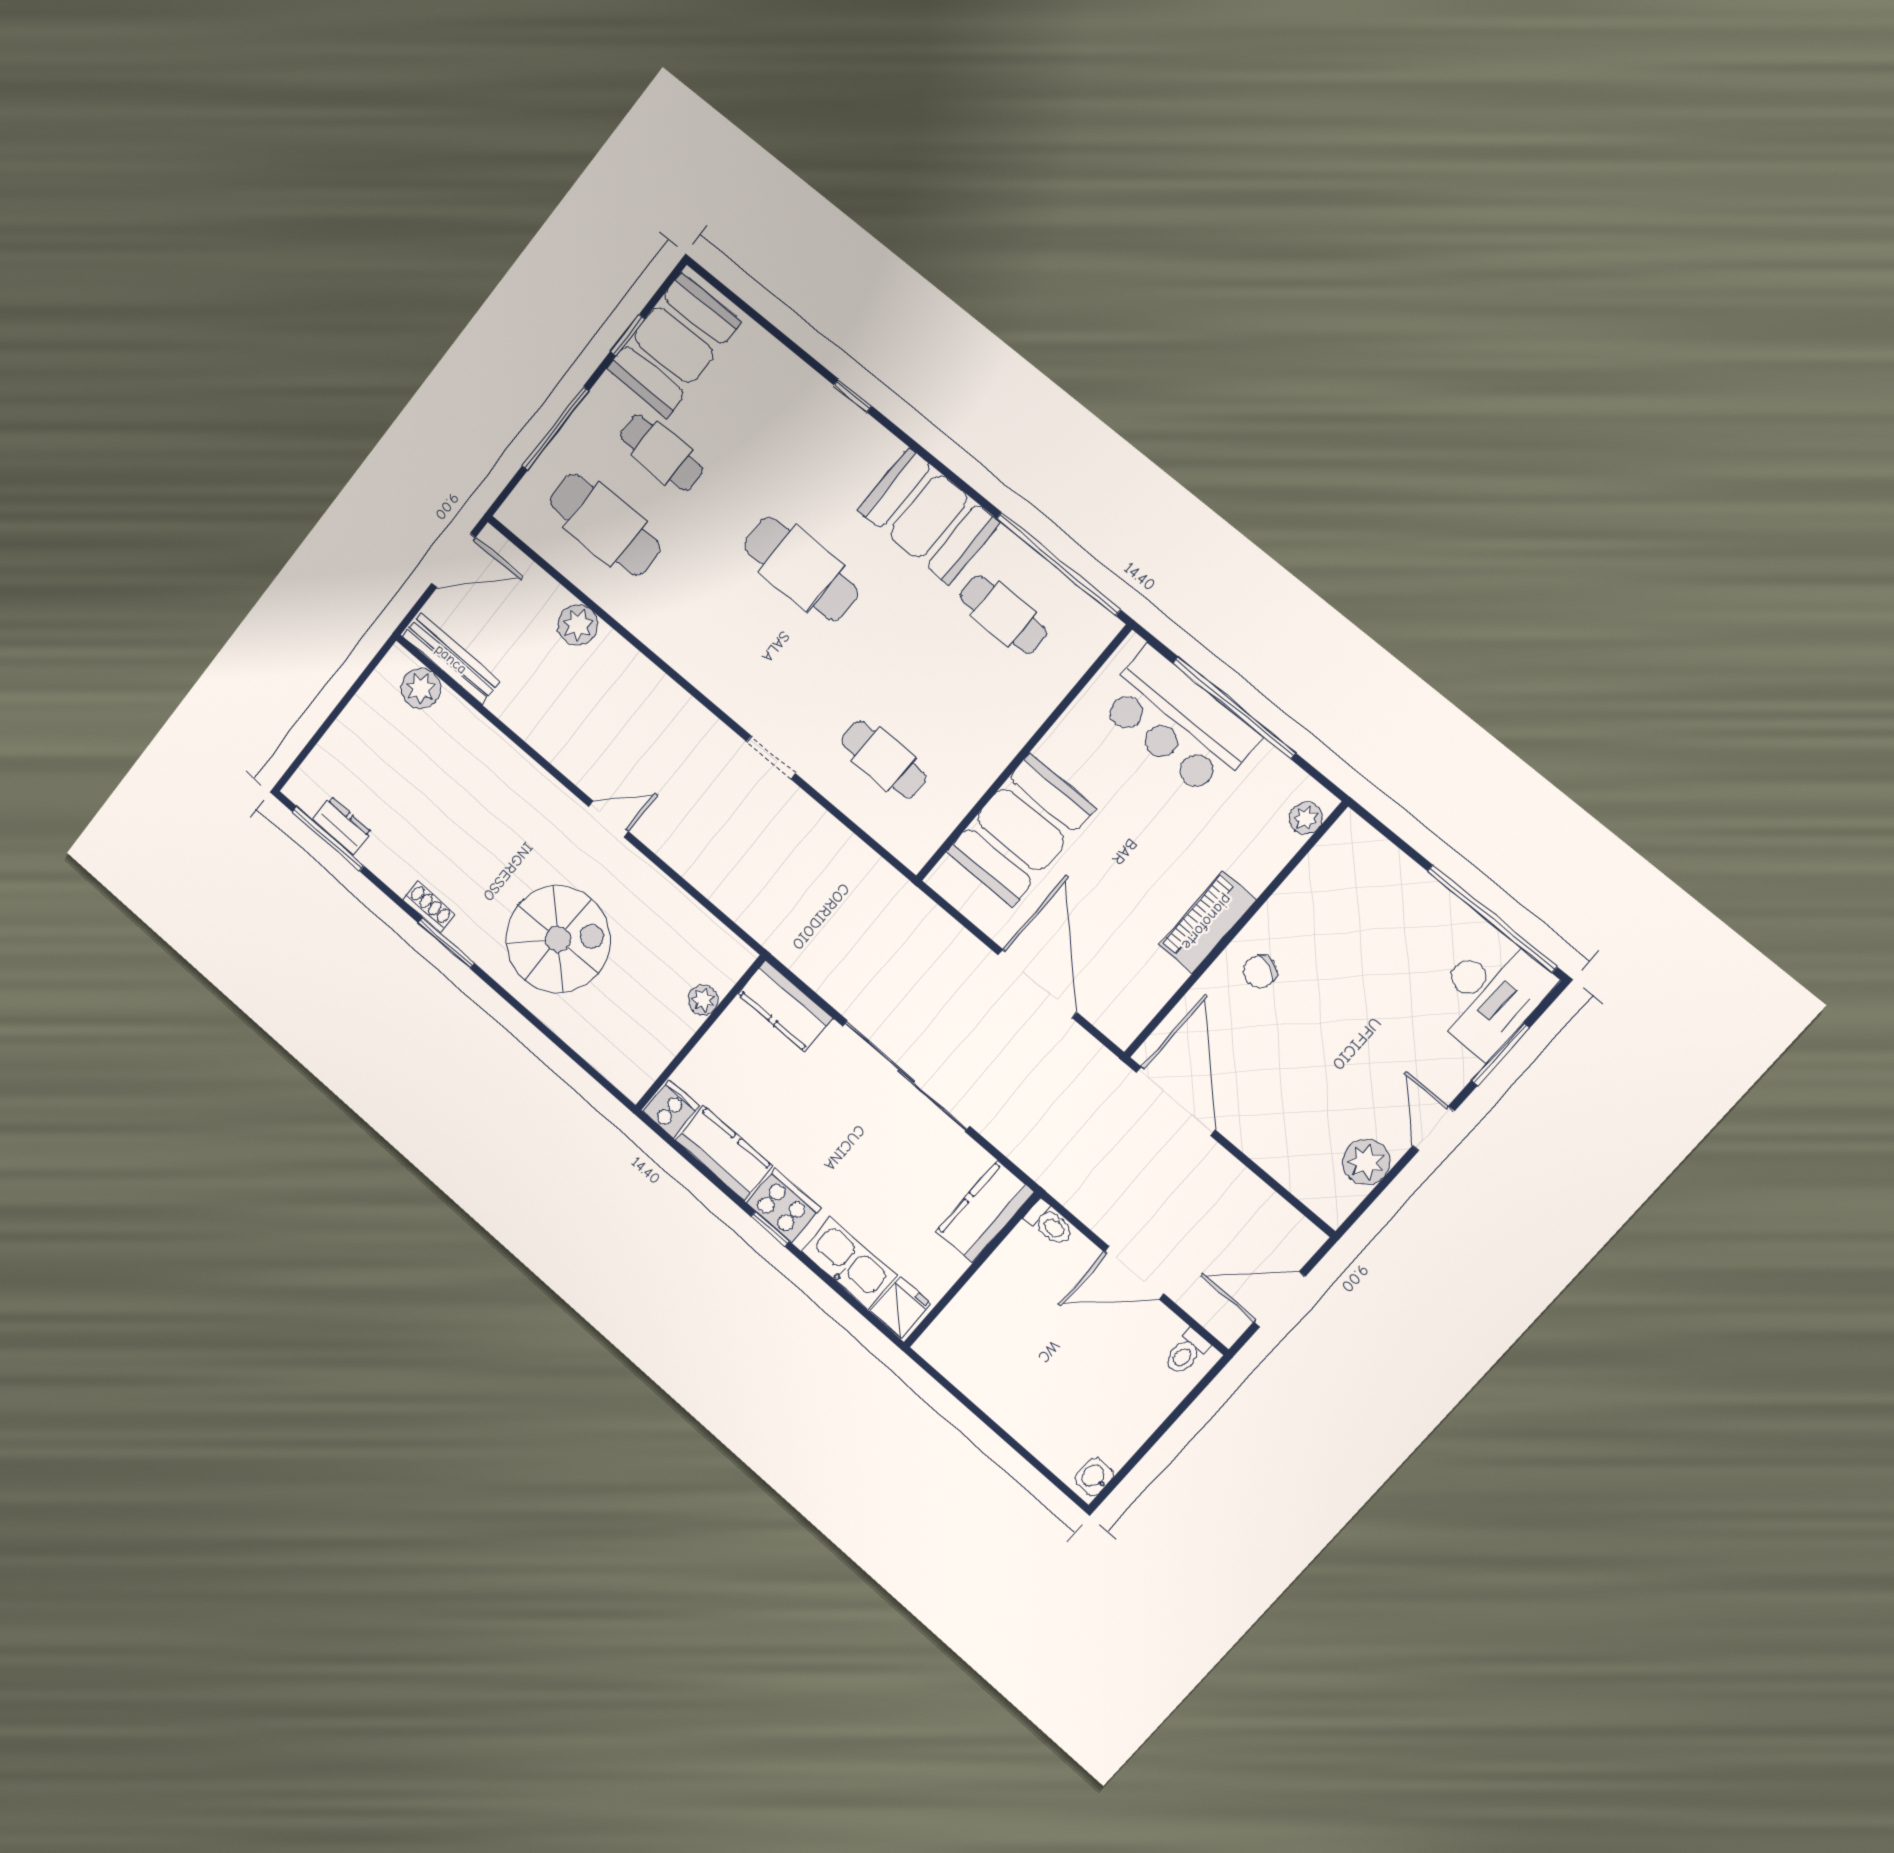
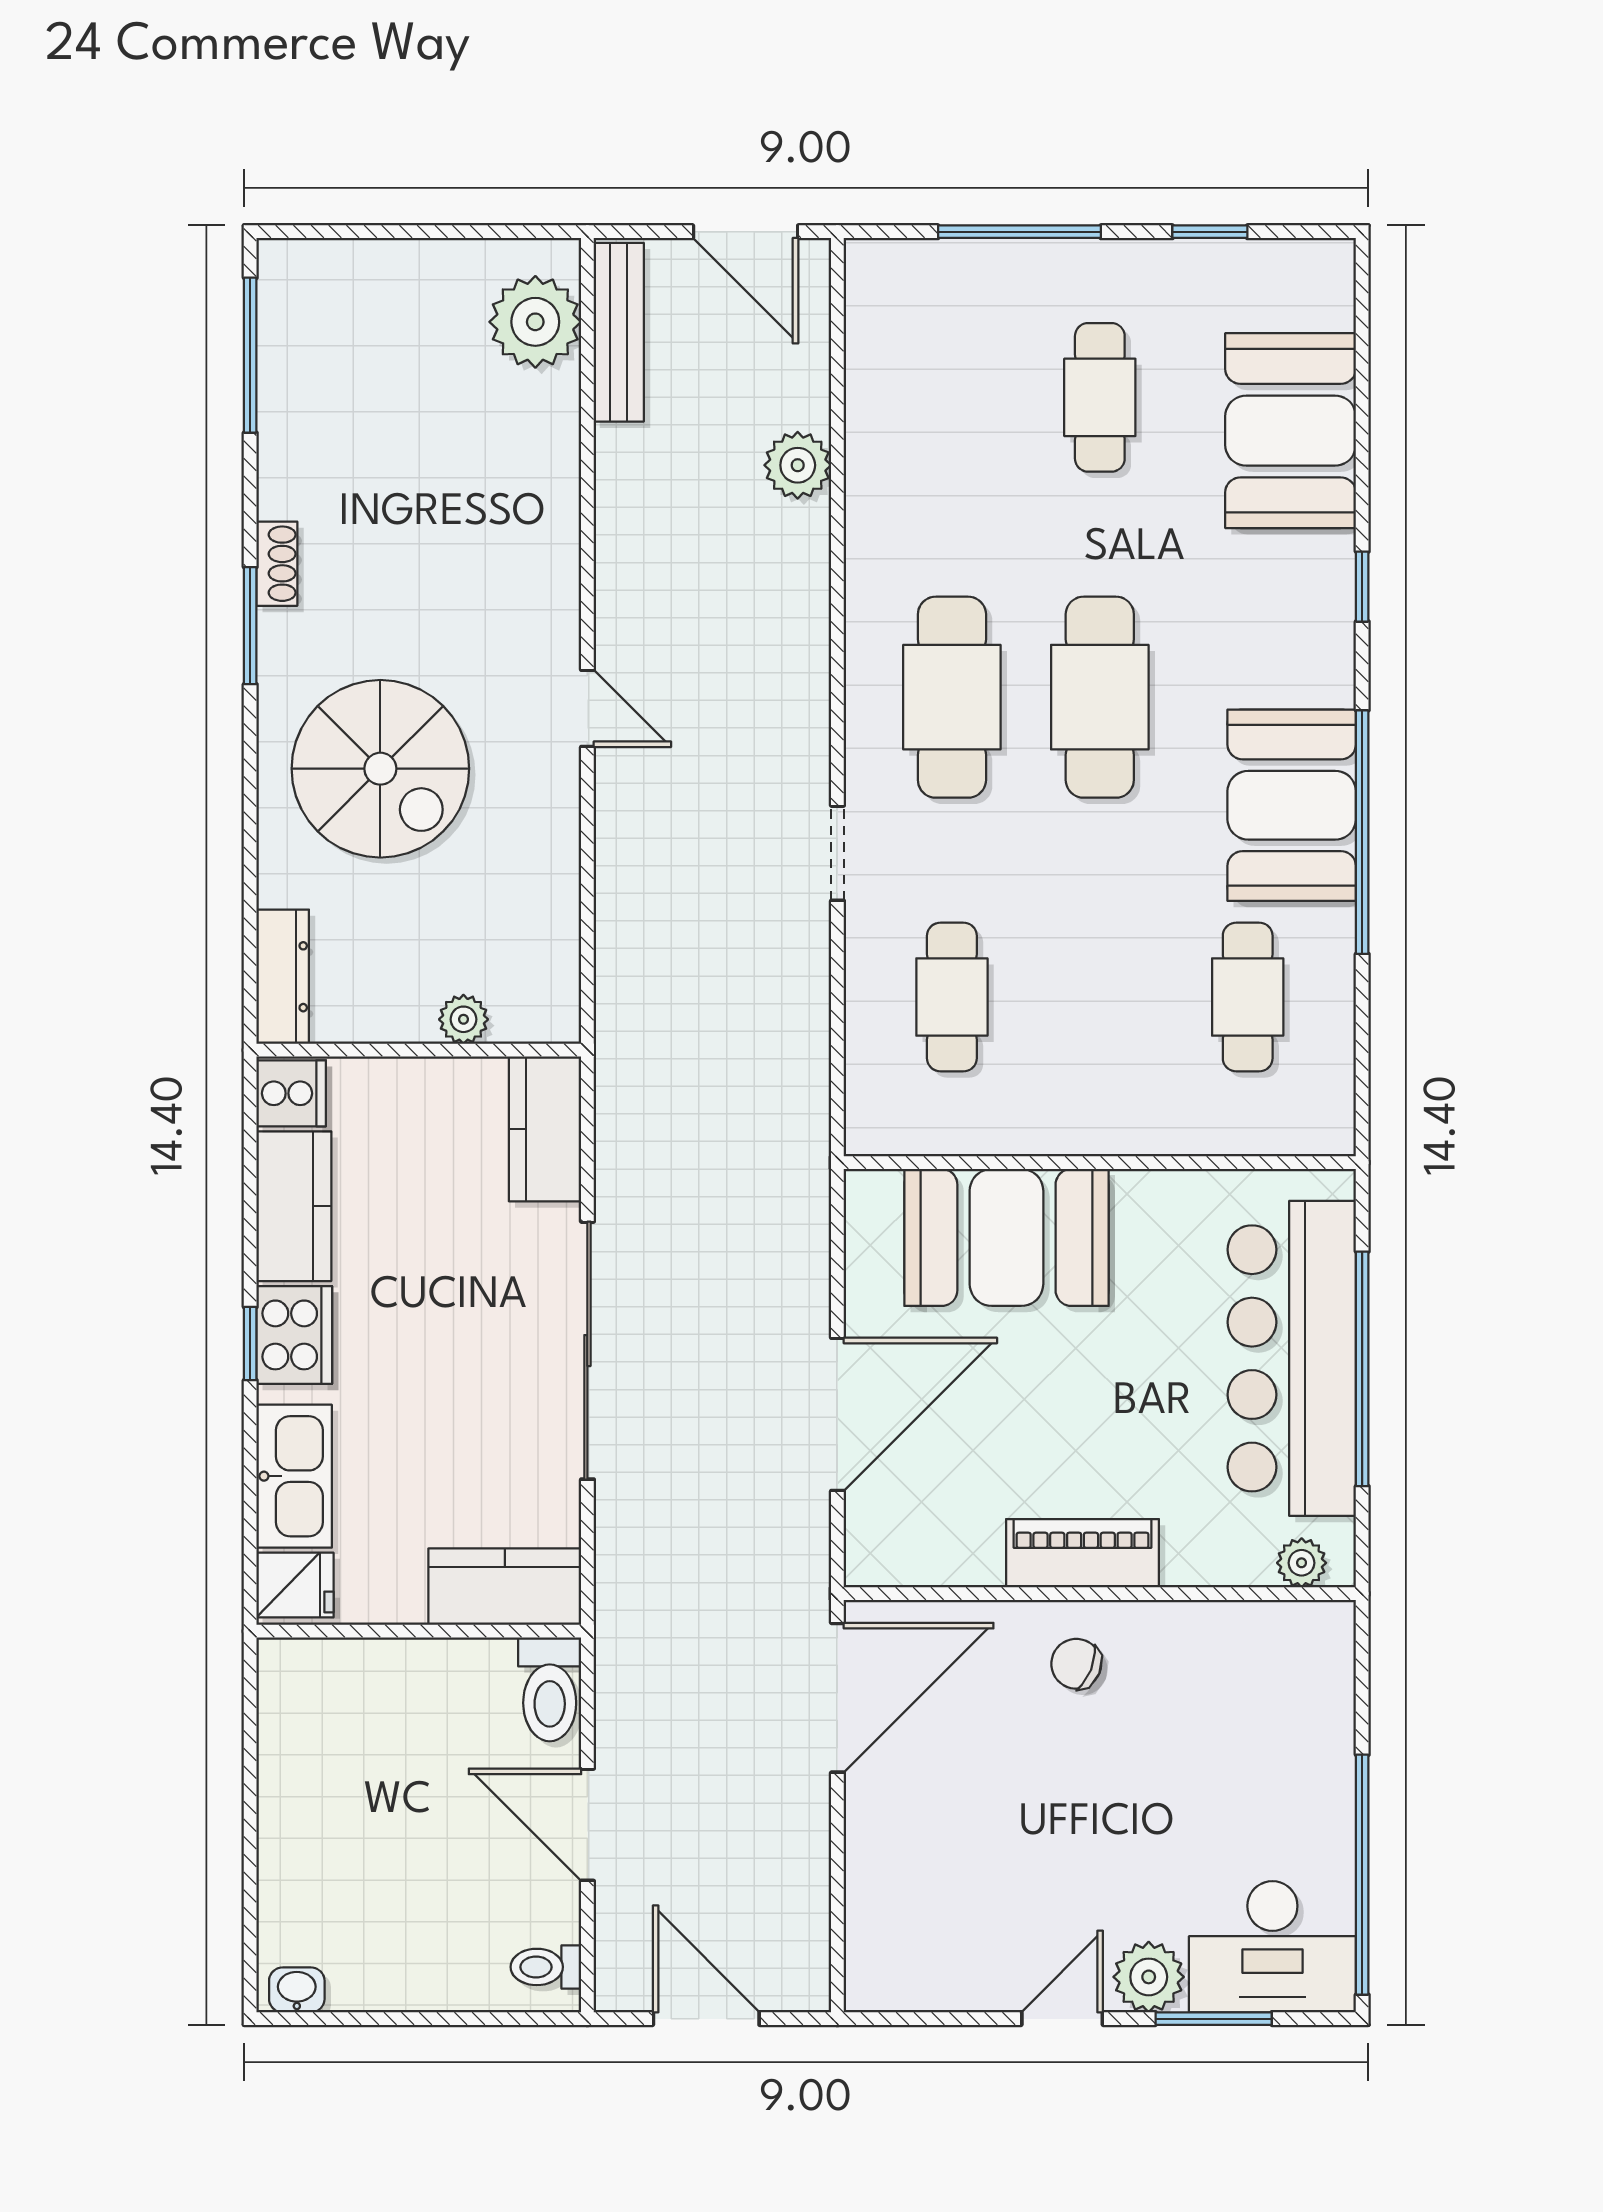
booth: (674, 345) -> (1291, 431), moved, turned 90
cafe table: (605, 525) -> (952, 697), moved
window: (1058, 564) -> (1362, 832), moved
plant: (421, 688) -> (535, 322), width x1.36, depth x1.36
bar counter: (1178, 721) -> (1292, 1358), width x1.36
dresser: (342, 826) -> (283, 977), moved, width x1.44
plant: (1366, 1162) -> (1149, 1977), moved
toilet: (1049, 1223) -> (550, 1689), width x1.37, depth x1.39

